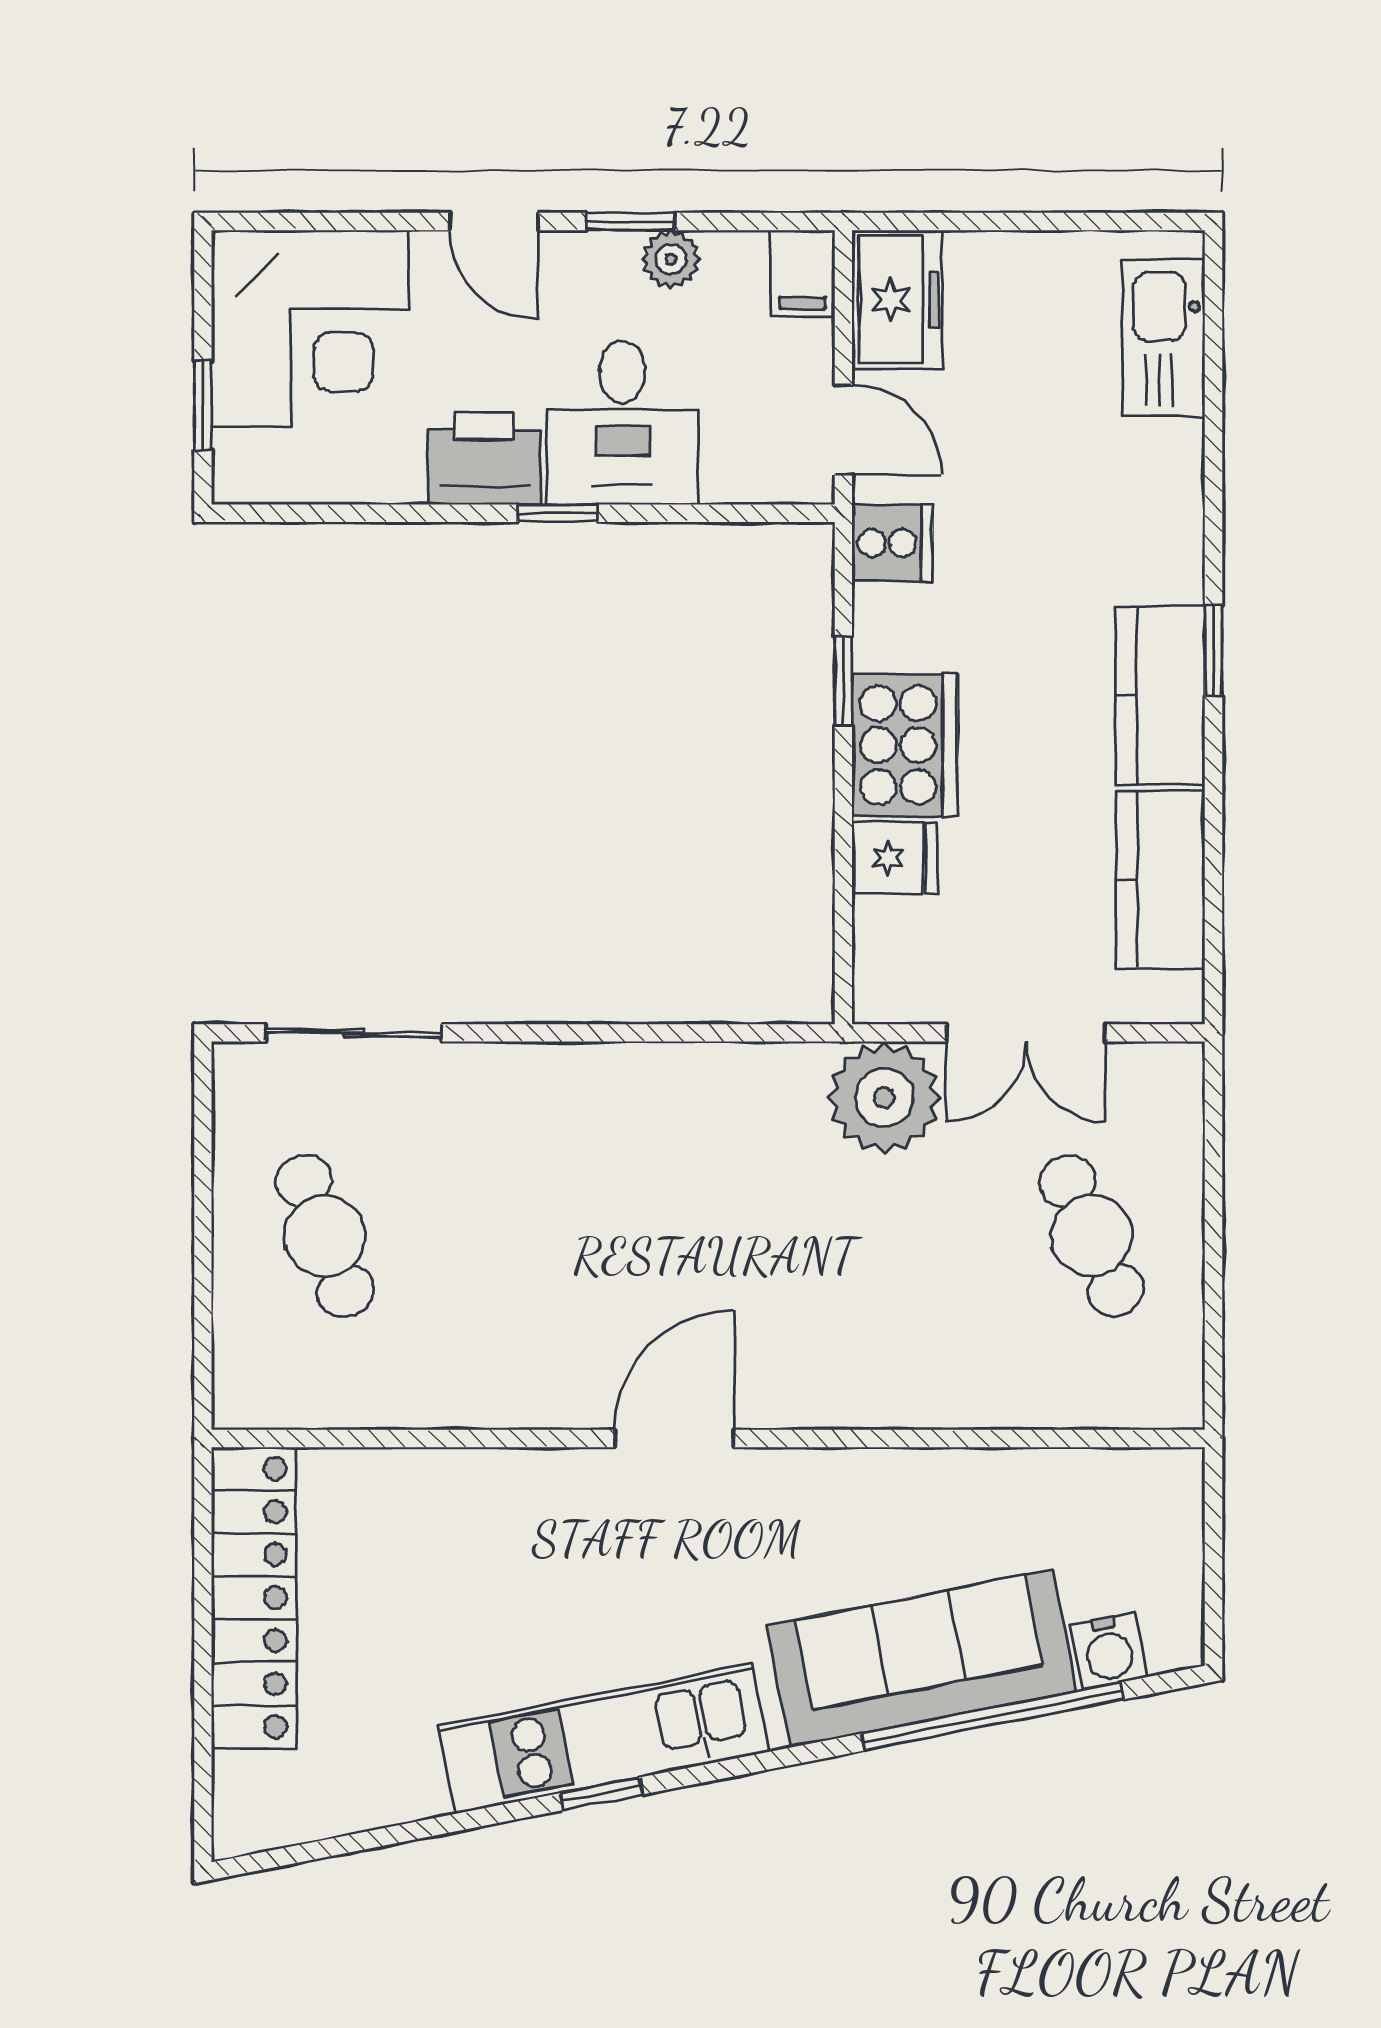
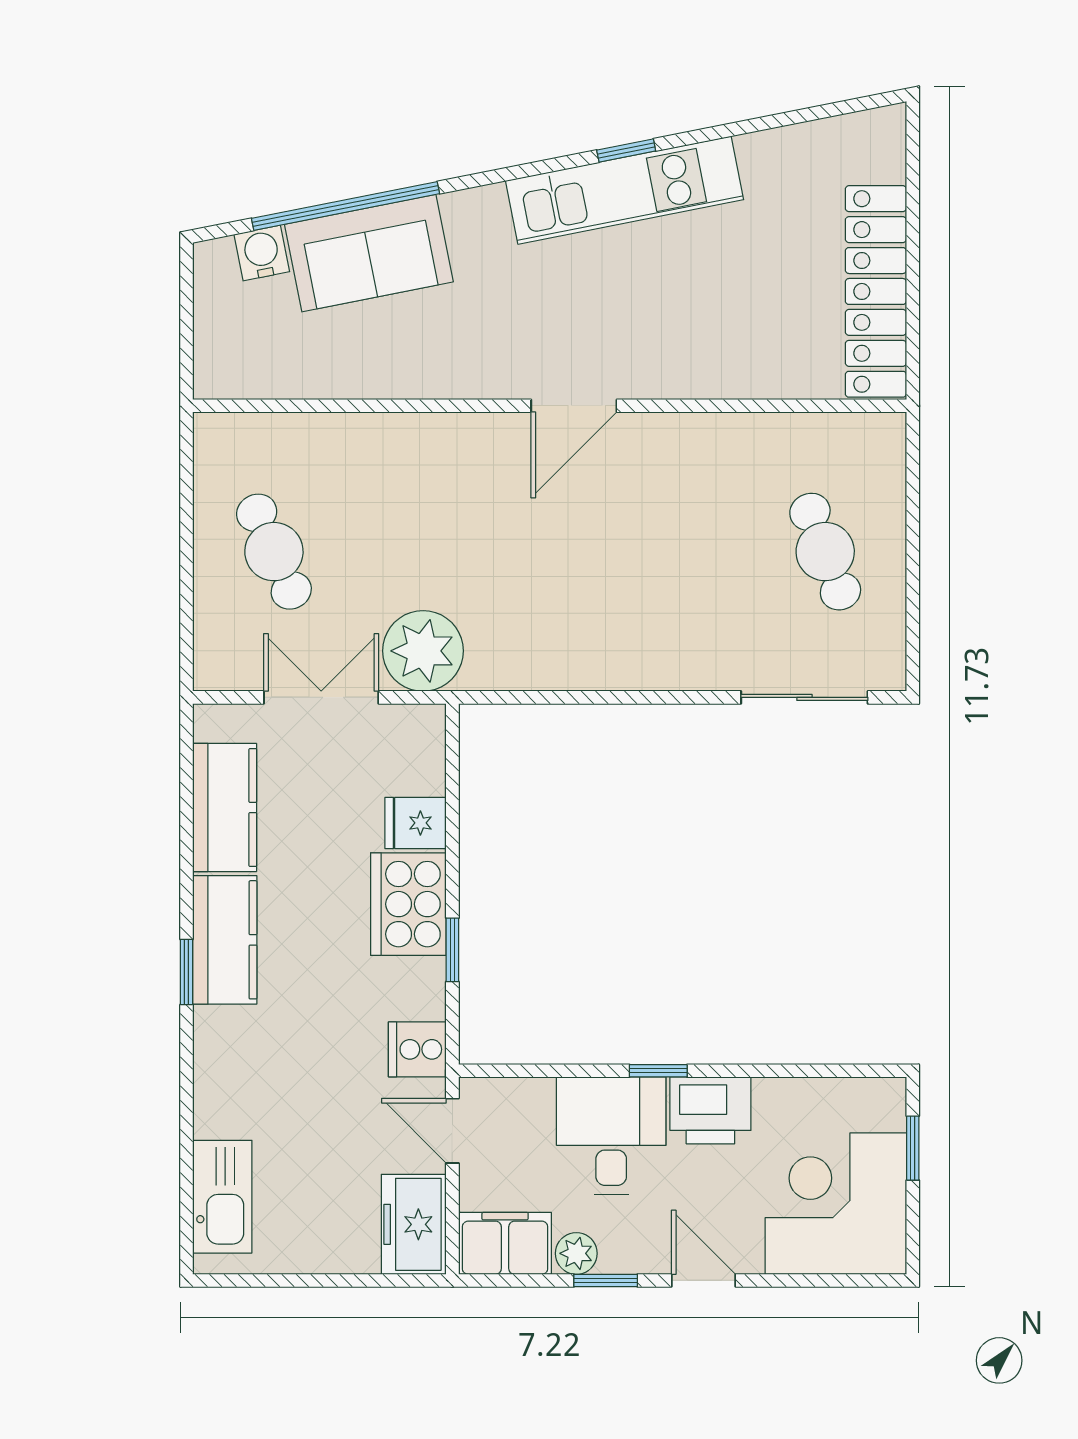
filing cabinet: (802, 273) -> (505, 1243), width x2.00
sofa: (922, 1658) -> (369, 253), width x0.73

